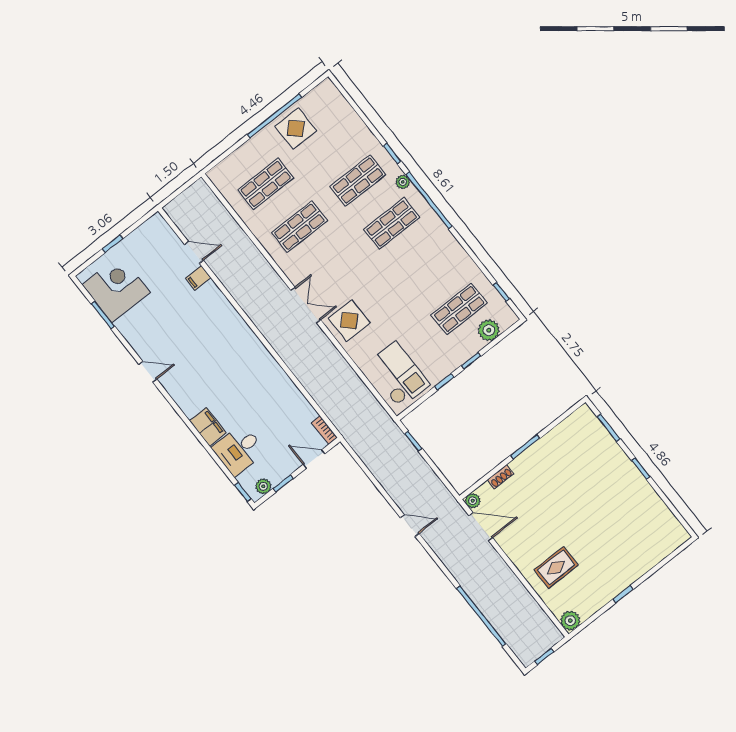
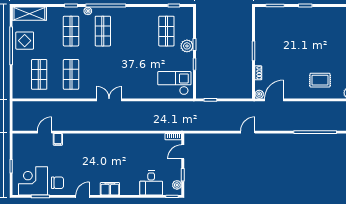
shelving: (337, 106) -> (29, 14), added
display table: (349, 321) -> (132, 86), removed
chair: (140, 324) -> (58, 183), added
plant: (489, 330) -> (187, 46), moved
filing cabinet: (208, 427) -> (110, 189), moved
rug: (556, 567) -> (320, 80), turned 90

